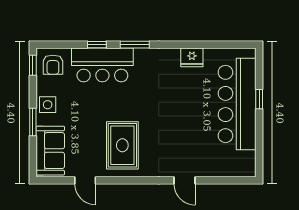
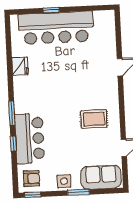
rug: (122, 145) -> (94, 119), width x0.73, depth x0.70

